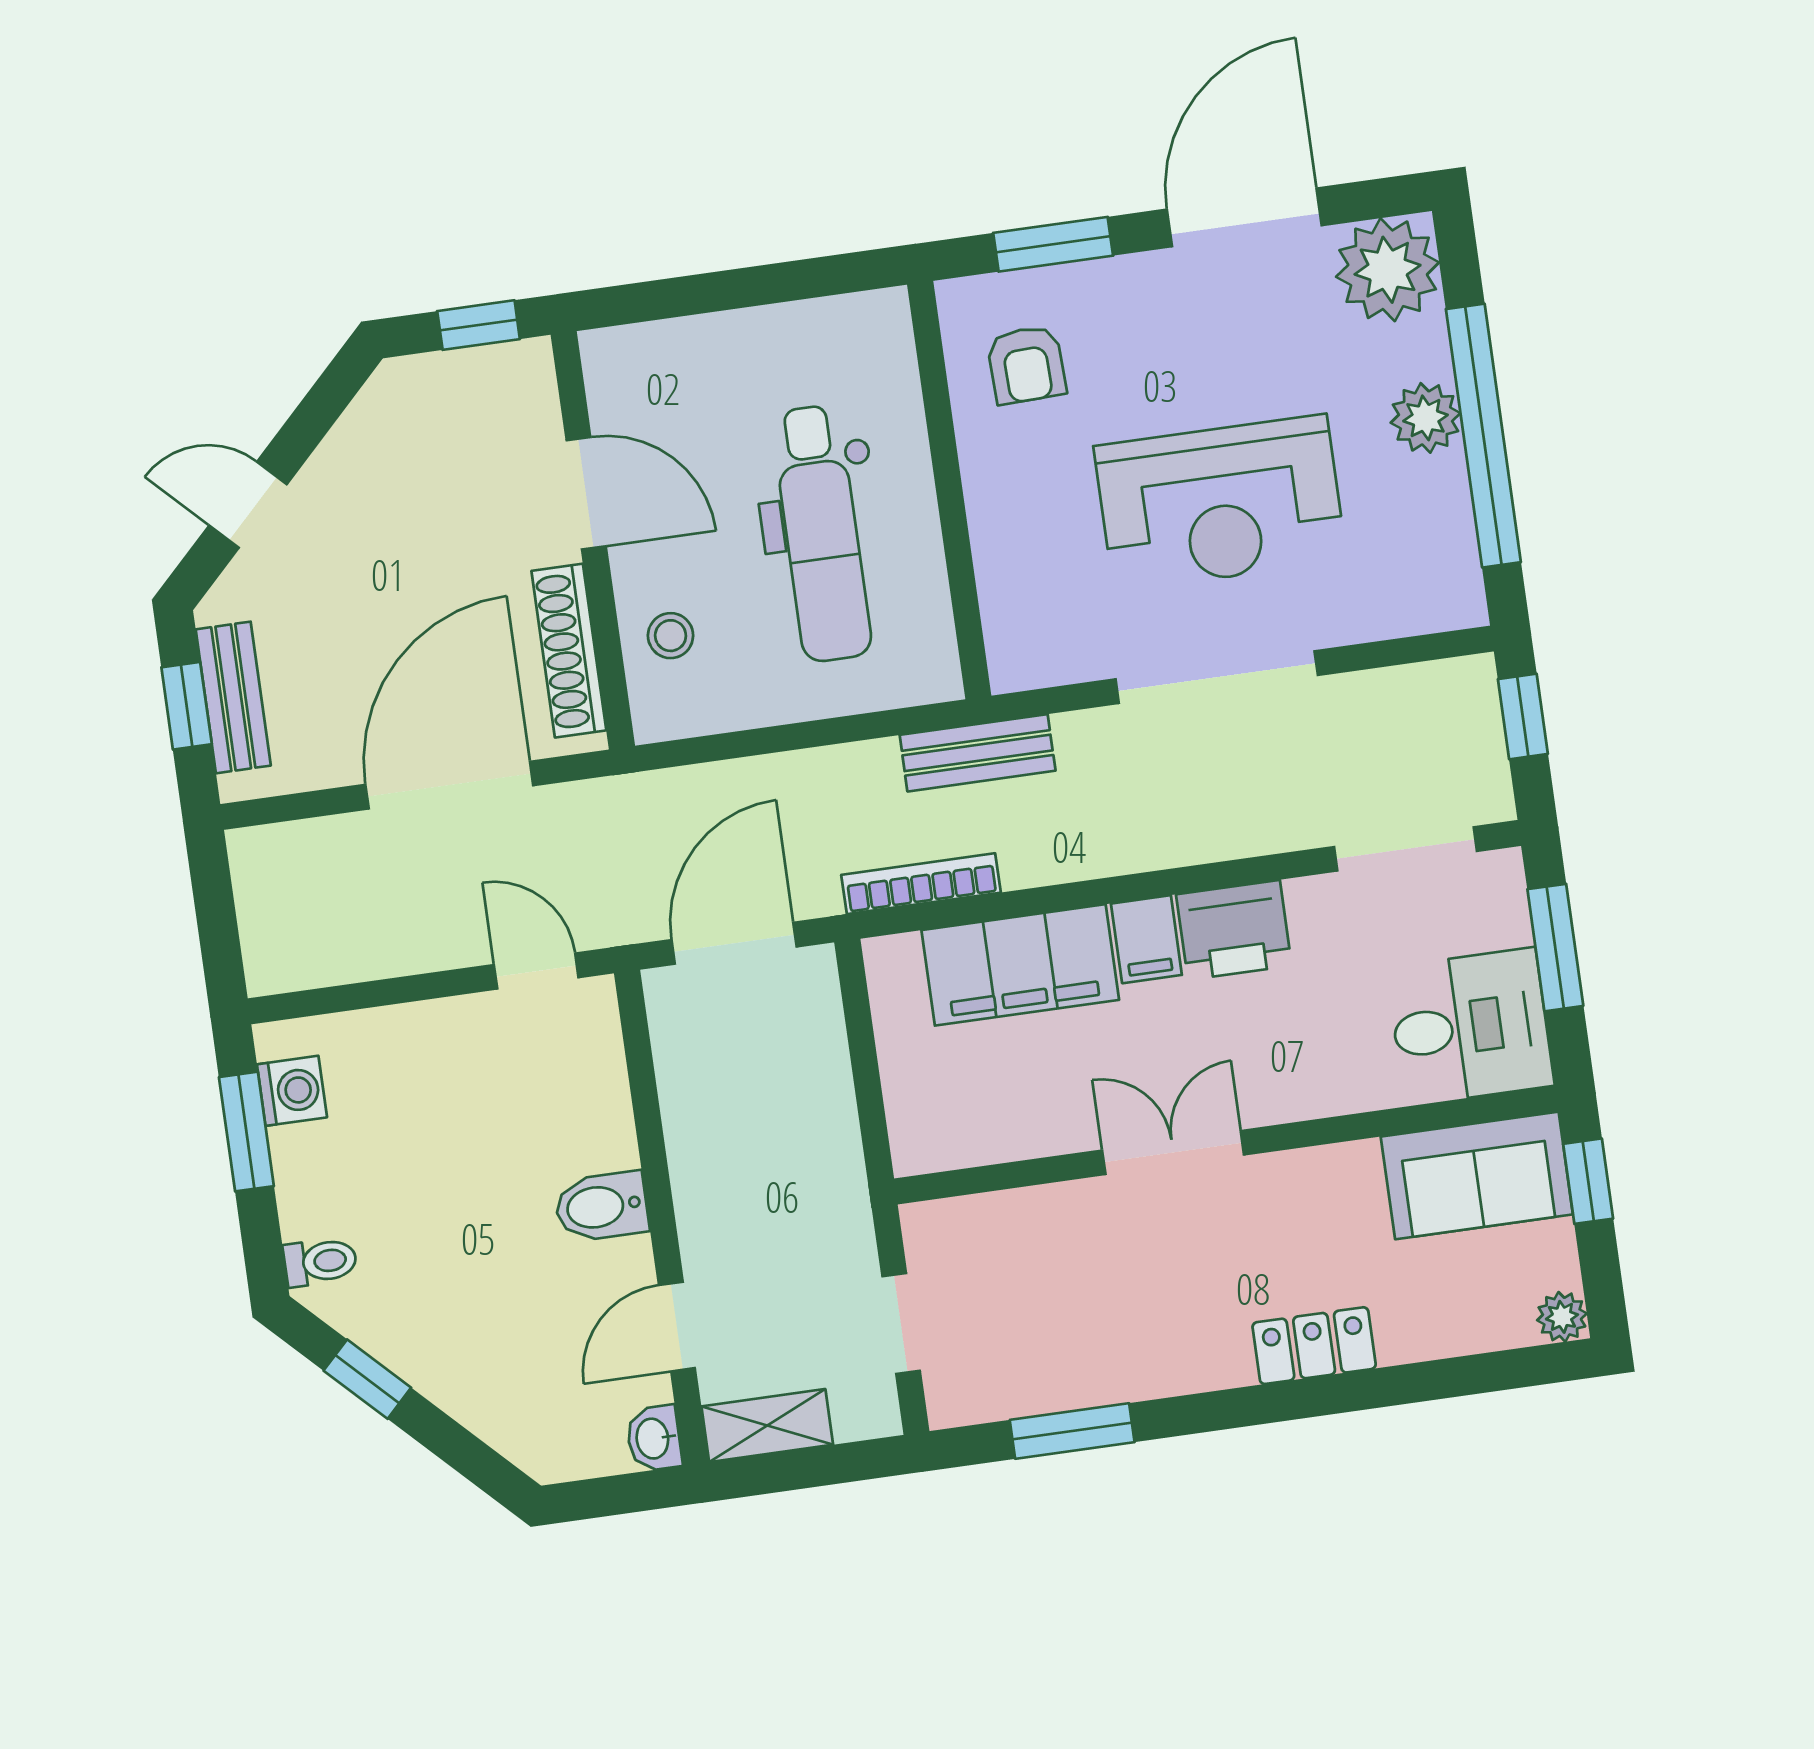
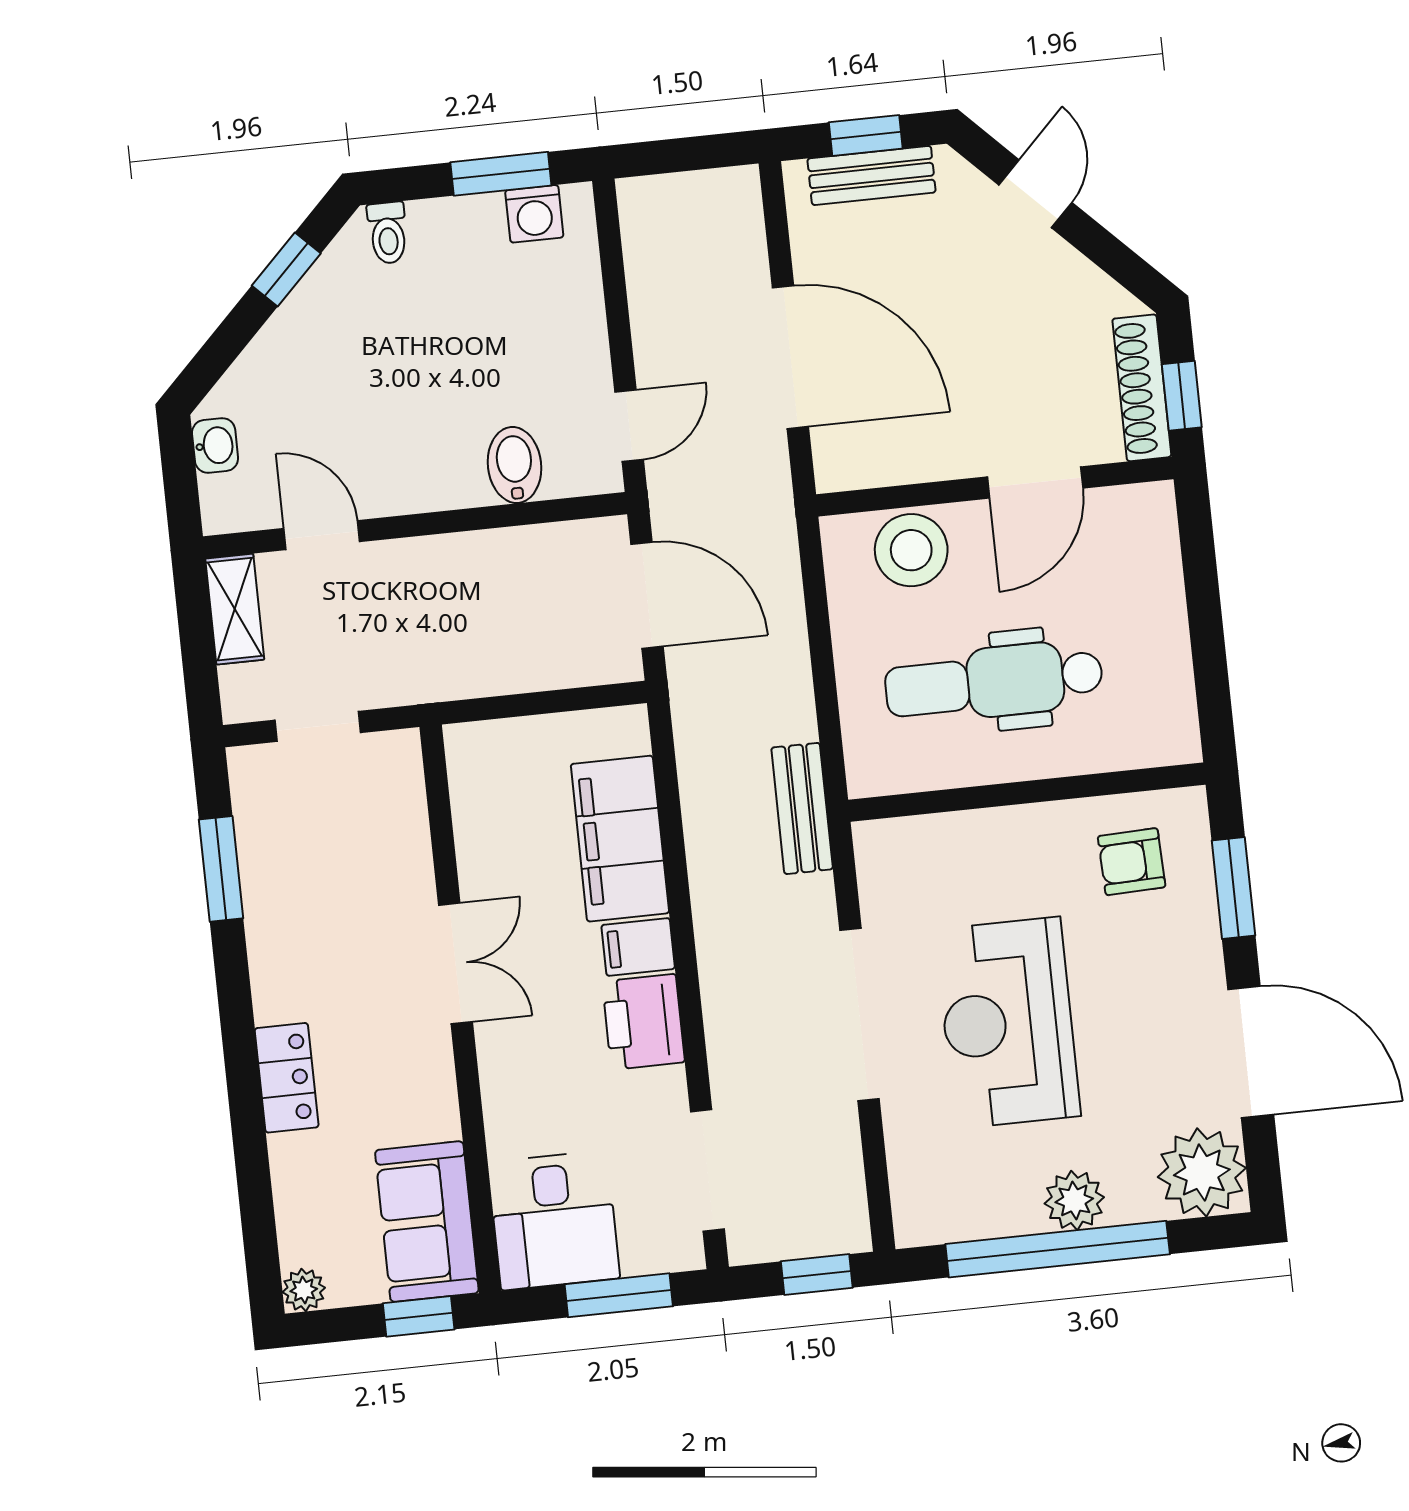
stool: (671, 636) -> (911, 550), width x1.89, depth x1.89
shoe rack: (569, 651) -> (1142, 388), moved, turned -90
bookcase: (921, 884) -> (692, 756), removed
bidet: (601, 1207) -> (515, 465), moved
washbasin: (654, 1438) -> (215, 445), moved, turned 90

